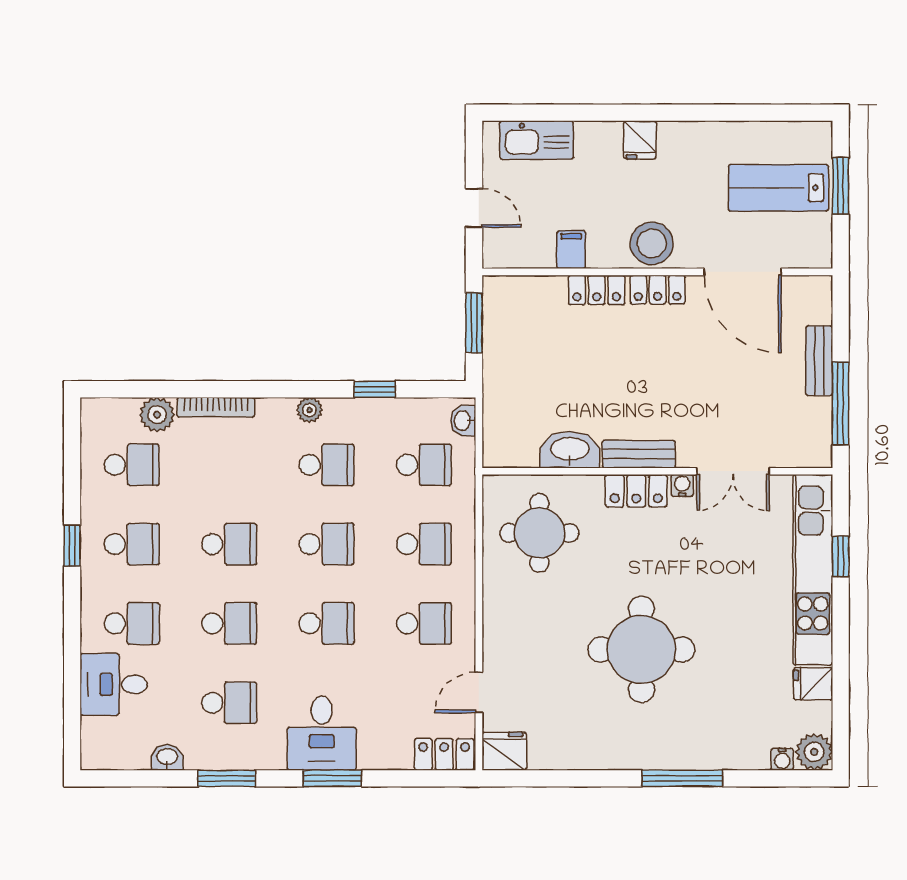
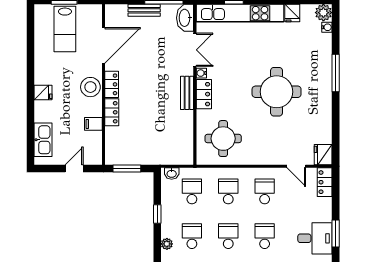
washbasin: (570, 450) -> (185, 18), moved

